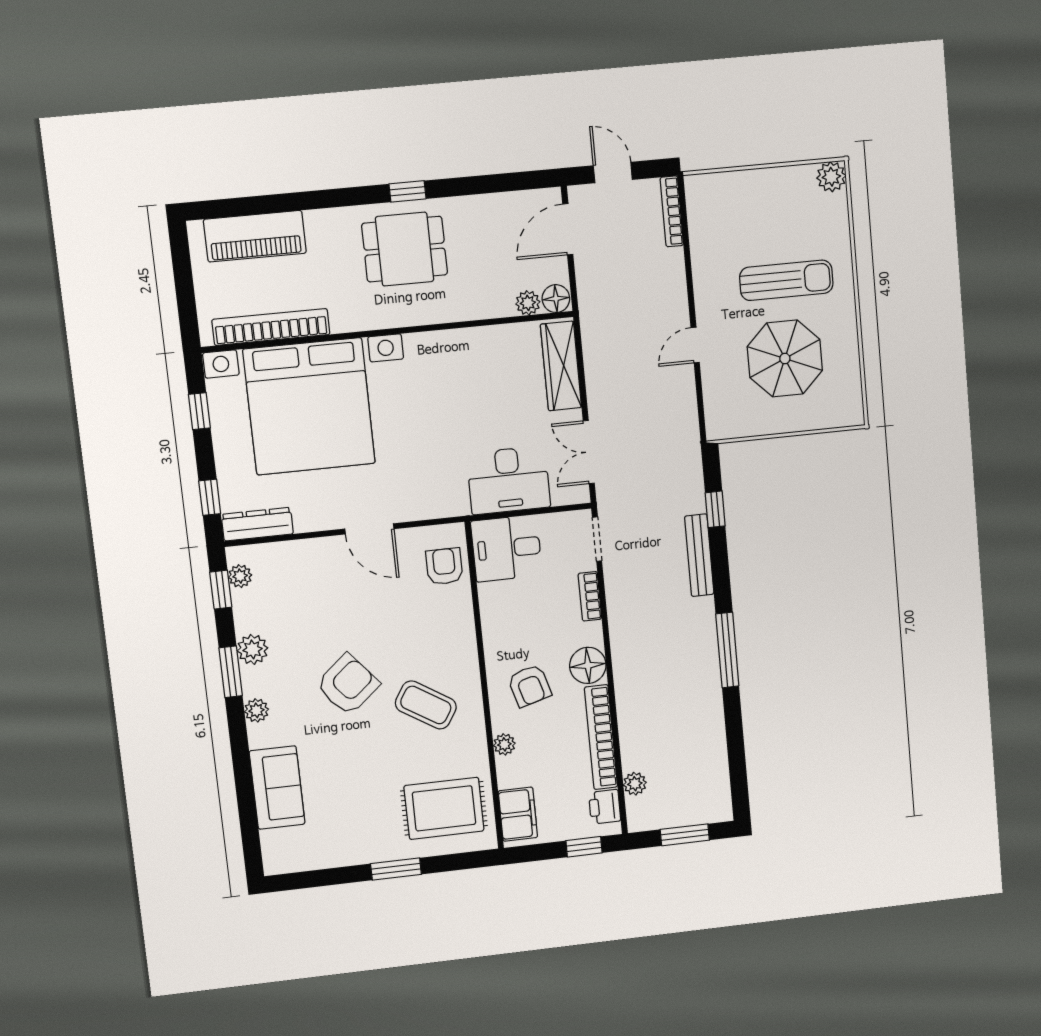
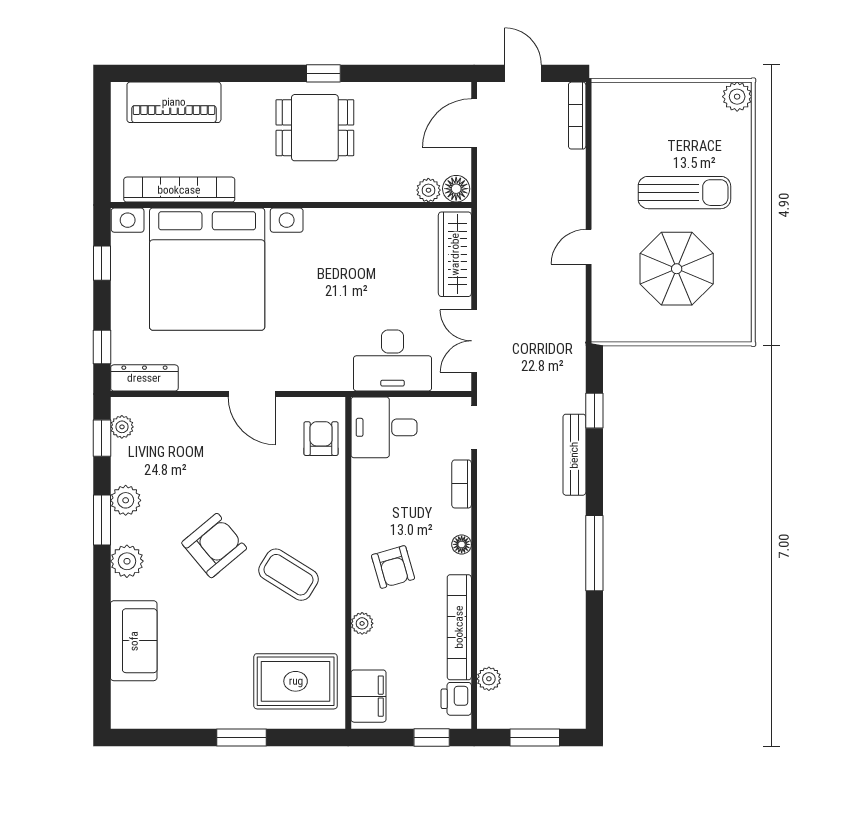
floor lamp: (588, 665) -> (462, 544), width x0.53, depth x0.53
plant: (256, 710) -> (127, 561), width x1.38, depth x1.38

